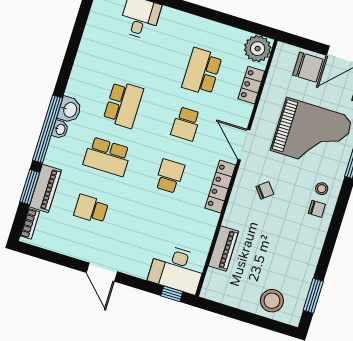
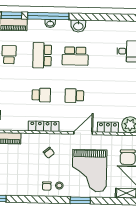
school desk: (202, 72) -> (107, 96), removed
washbasin: (70, 110) -> (78, 26), moved
door: (244, 145) -> (83, 133), moved

